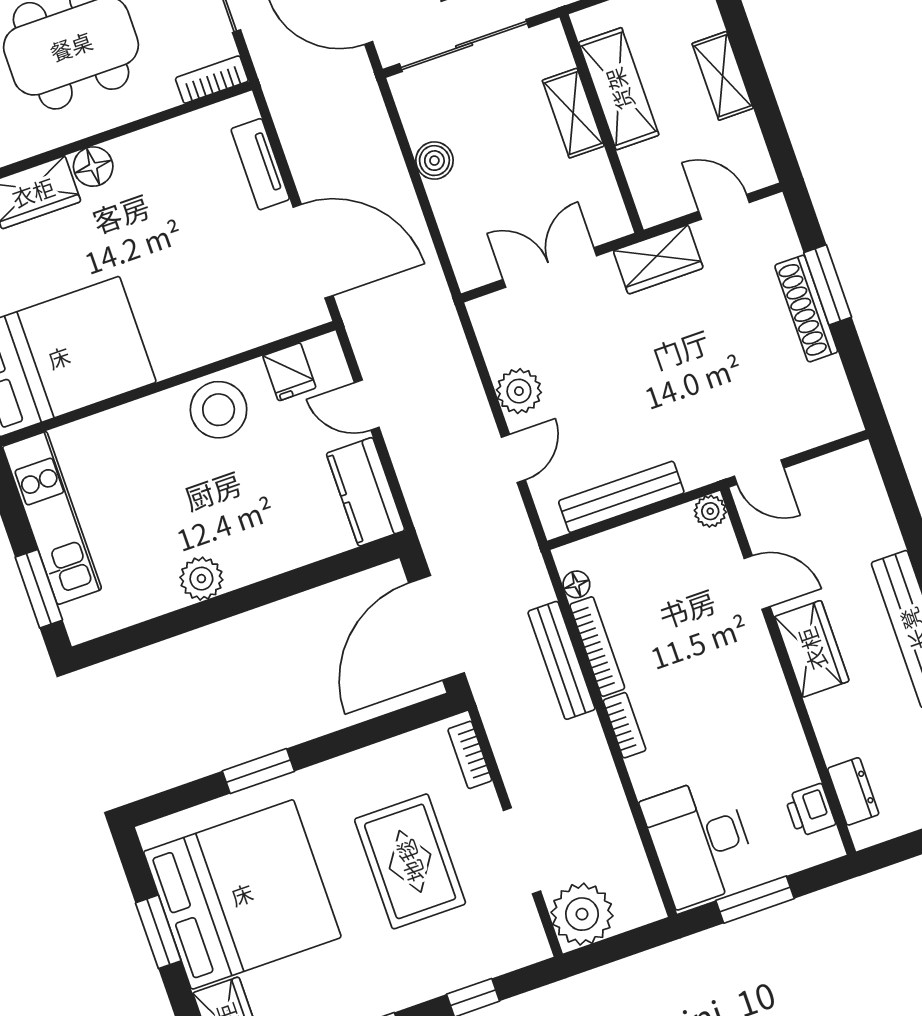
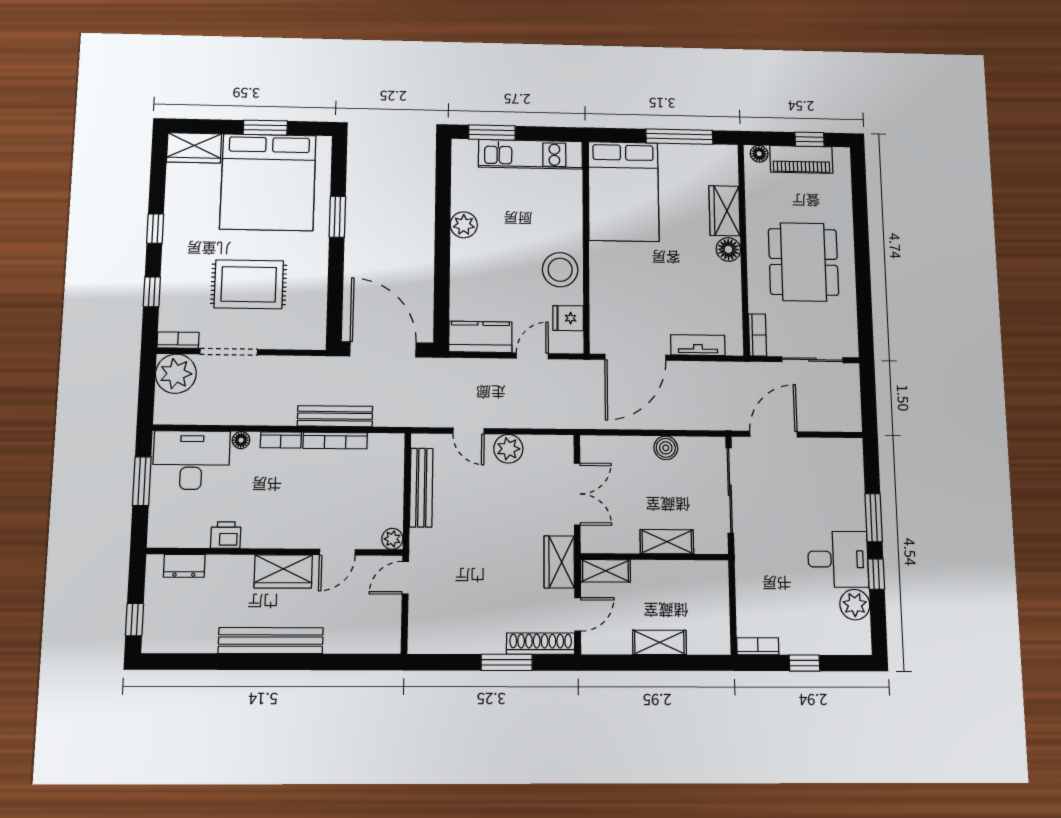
shelving: (619, 89) -> (605, 571), moved, width x0.67, depth x0.75
shoe rack: (806, 309) -> (541, 644), moved
floor lamp: (576, 584) -> (241, 440), moved
bookcase: (470, 755) -> (178, 340), moved
printer: (810, 810) -> (226, 535), moved

